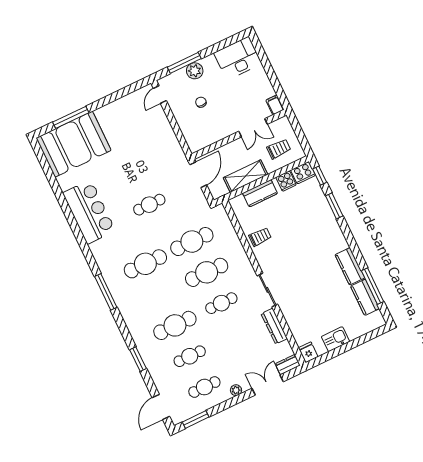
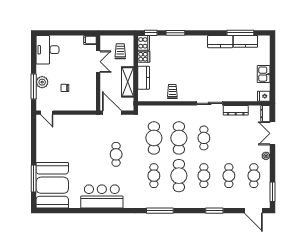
cafe table: (145, 264) -> (154, 176), width x0.73, depth x0.74
cafe table: (160, 295) -> (179, 176), added
cafe table: (175, 325) -> (204, 176), width x0.73, depth x0.74

